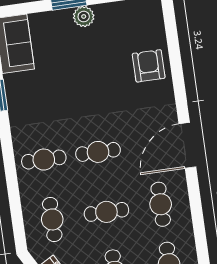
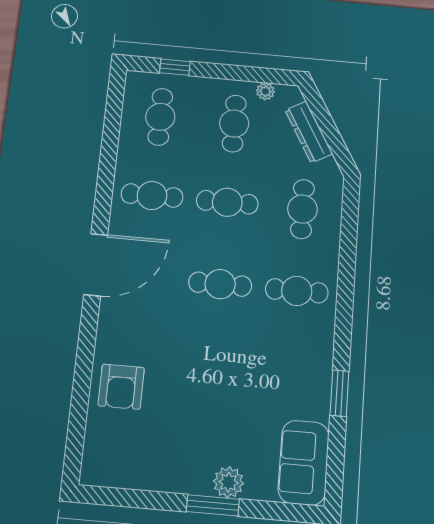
plant: (84, 17) -> (228, 482), moved
cafe table: (161, 204) -> (152, 196), turned 90

